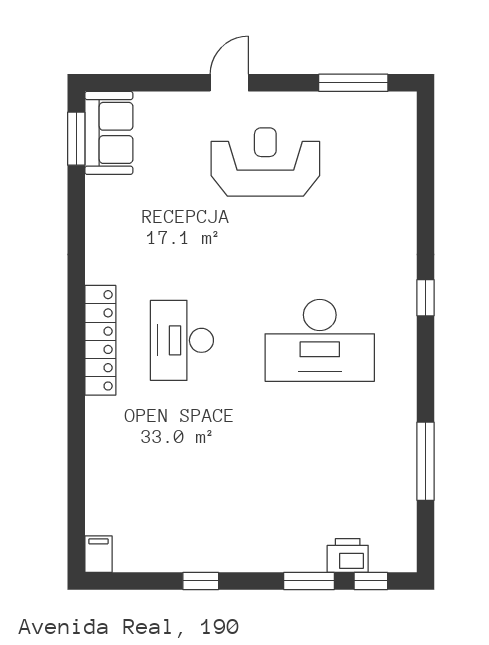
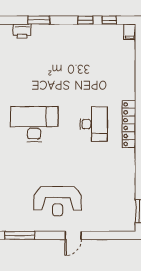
sofa: (109, 133) -> (125, 214), removed
window: (371, 581) -> (109, 20), moved

